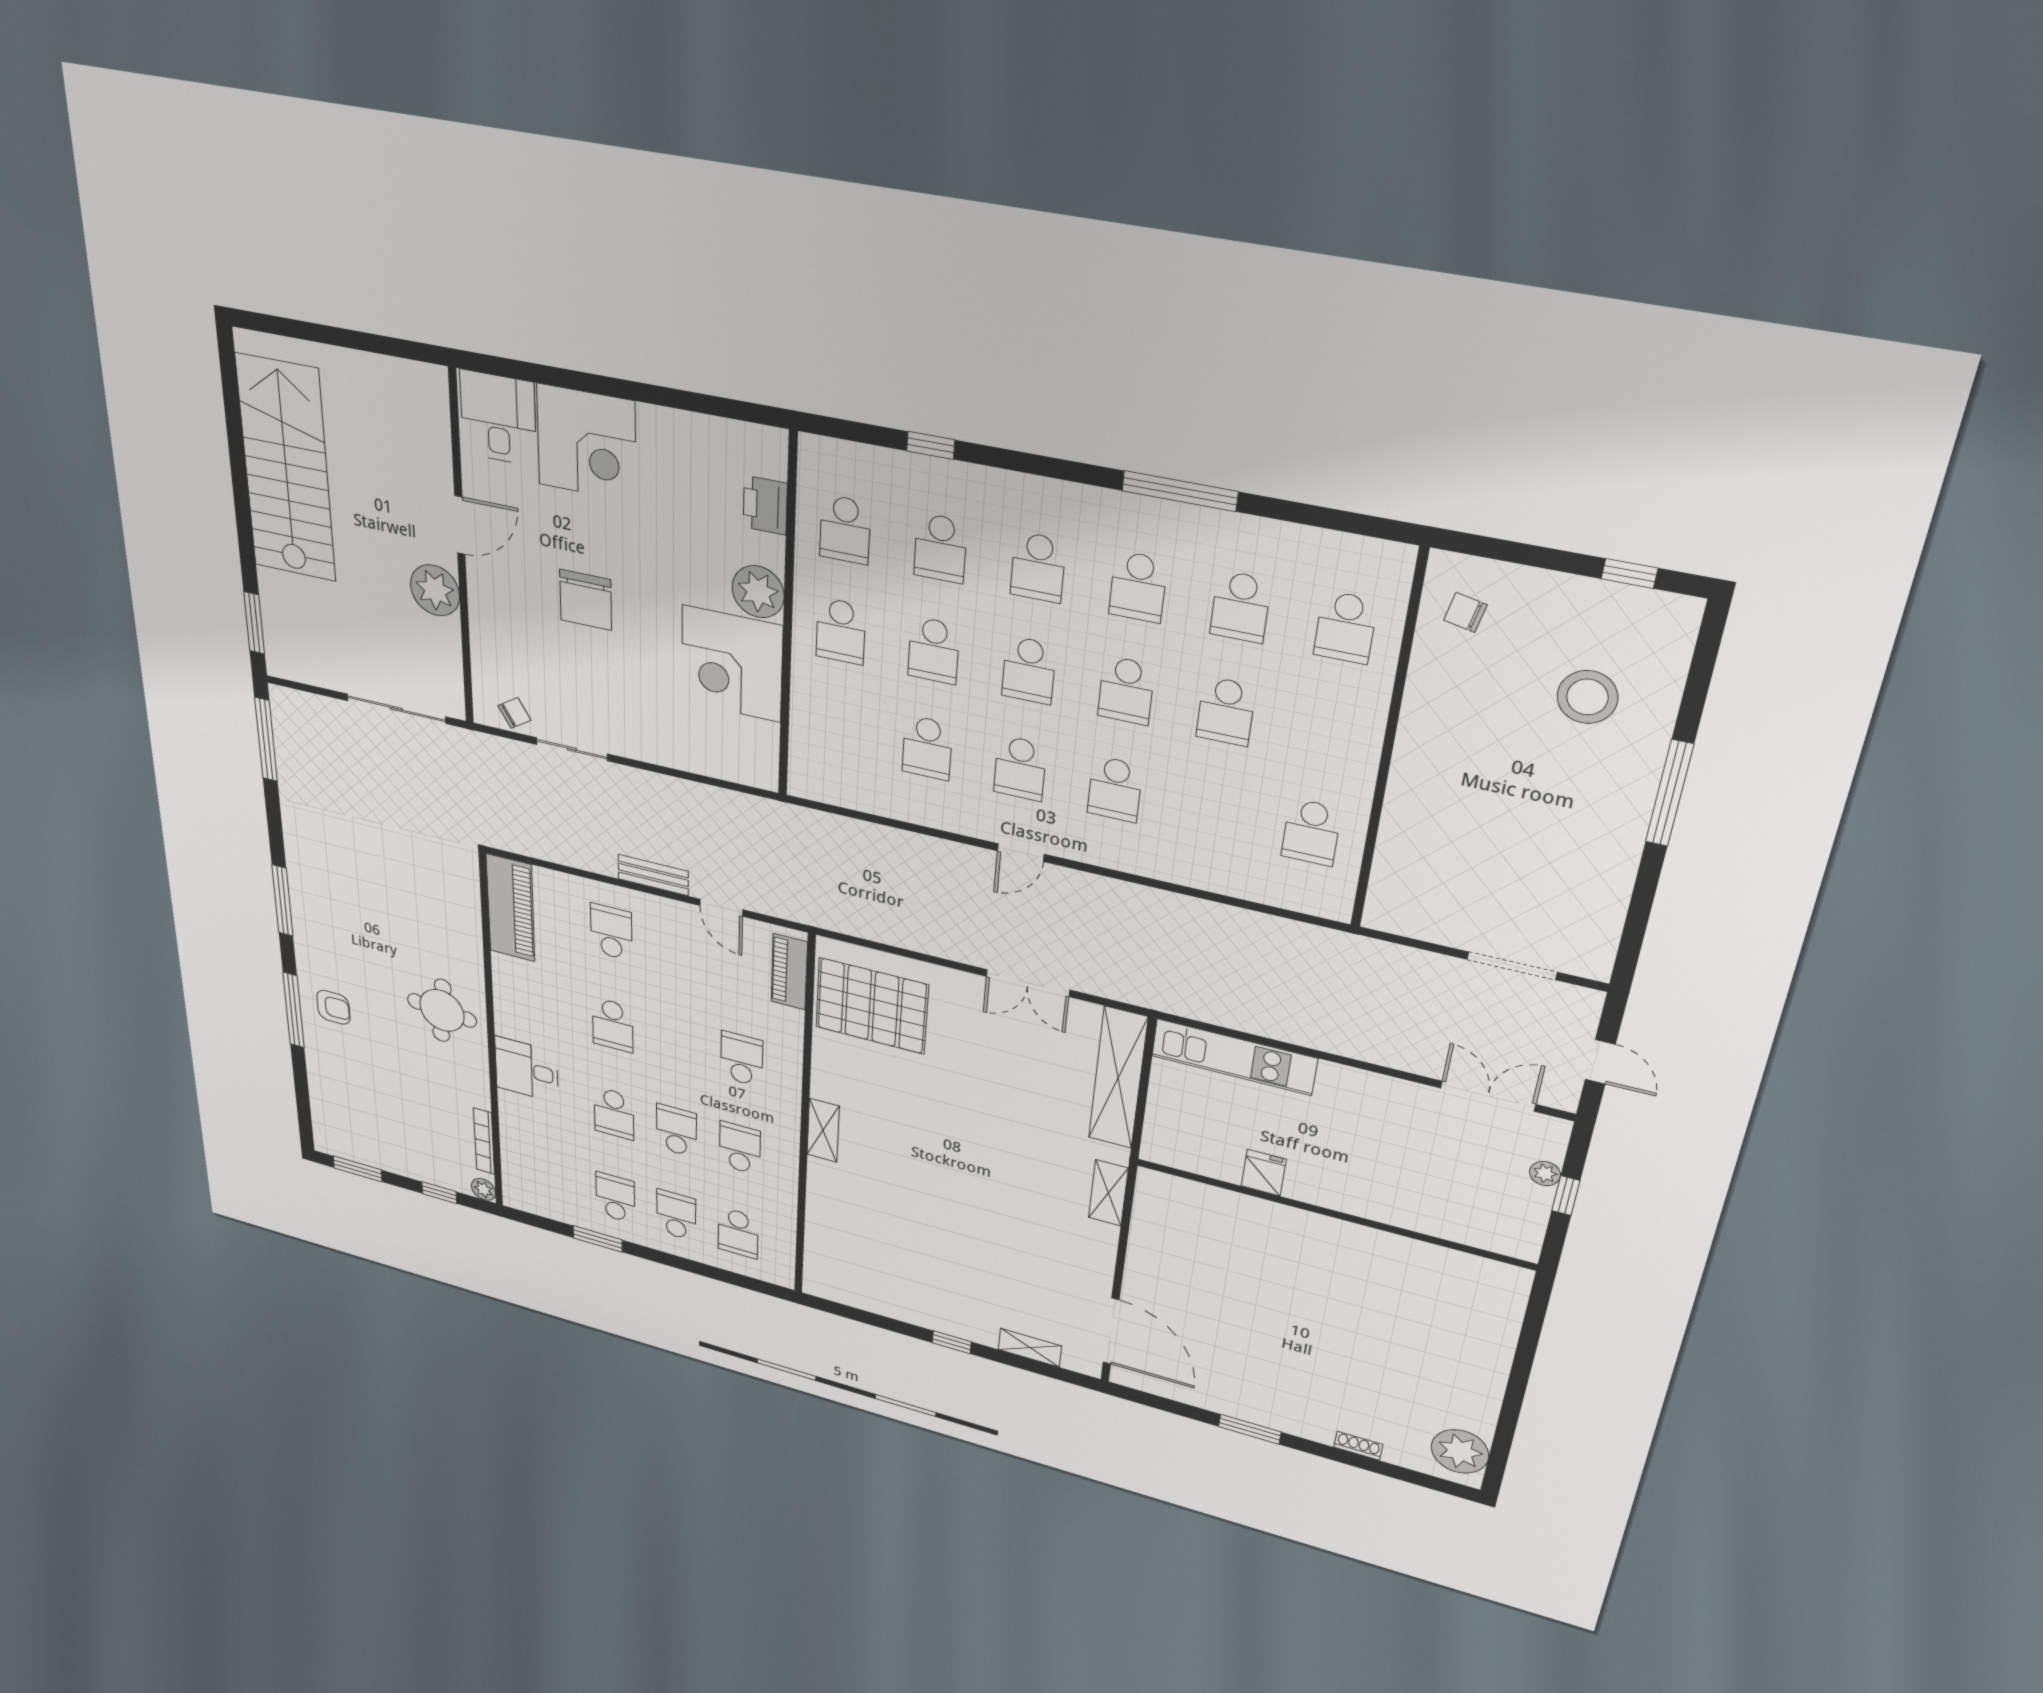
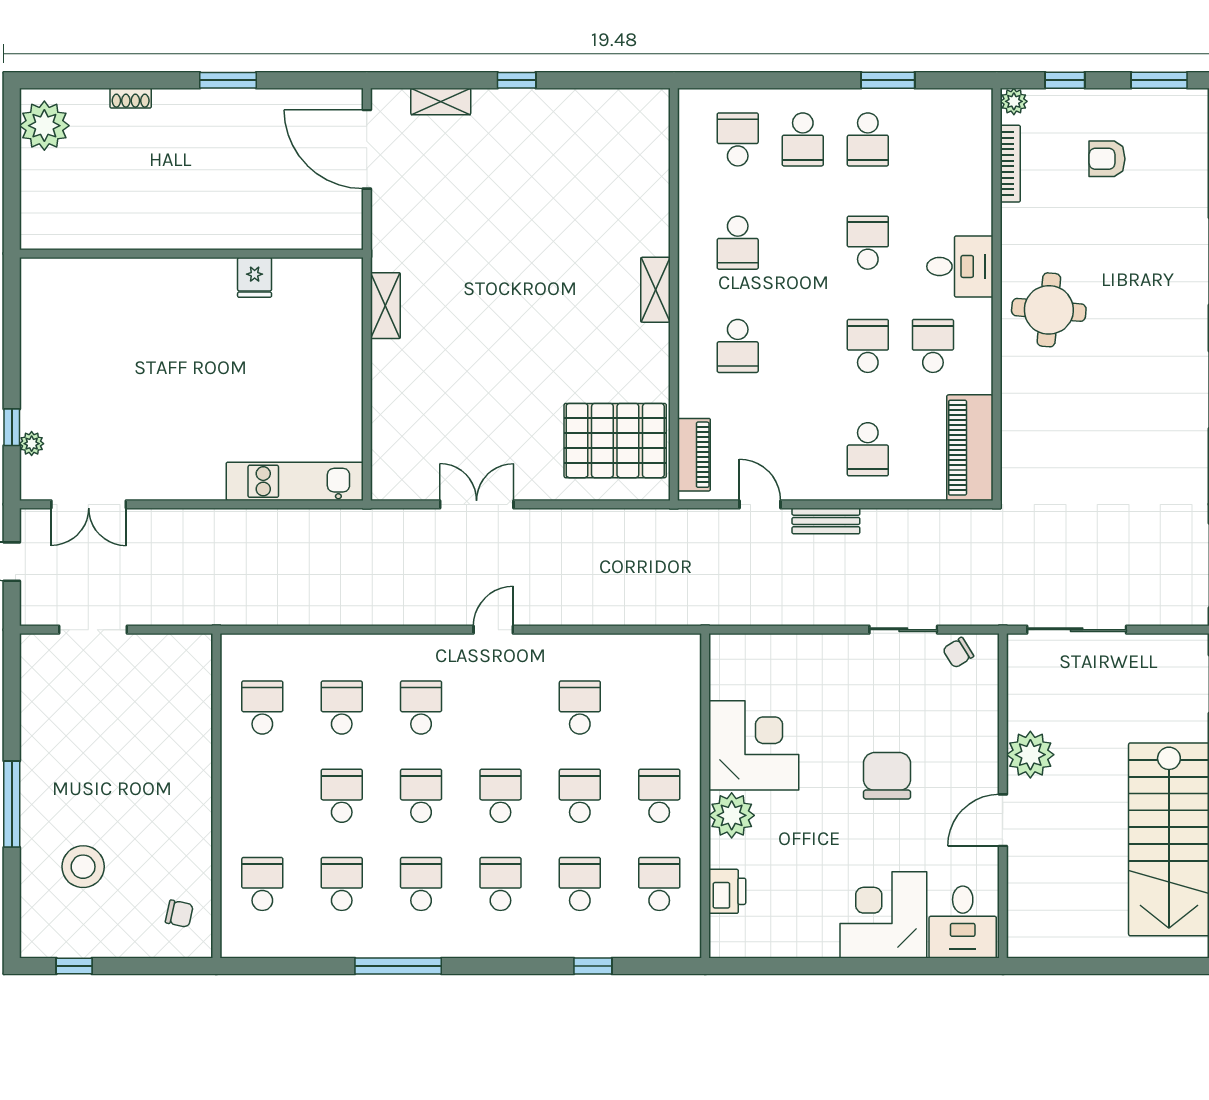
school desk: (1020, 768) -> (342, 708), moved
armchair: (333, 1007) -> (1107, 159), moved
shelving: (1118, 1078) -> (390, 431), removed
school desk: (676, 1131) -> (933, 346), moved, turned 180
fridge: (1264, 1173) -> (255, 277), moved
wall: (1333, 1214) -> (191, 254), moved

